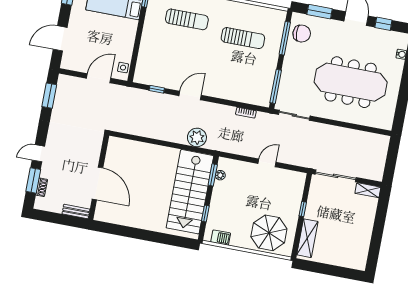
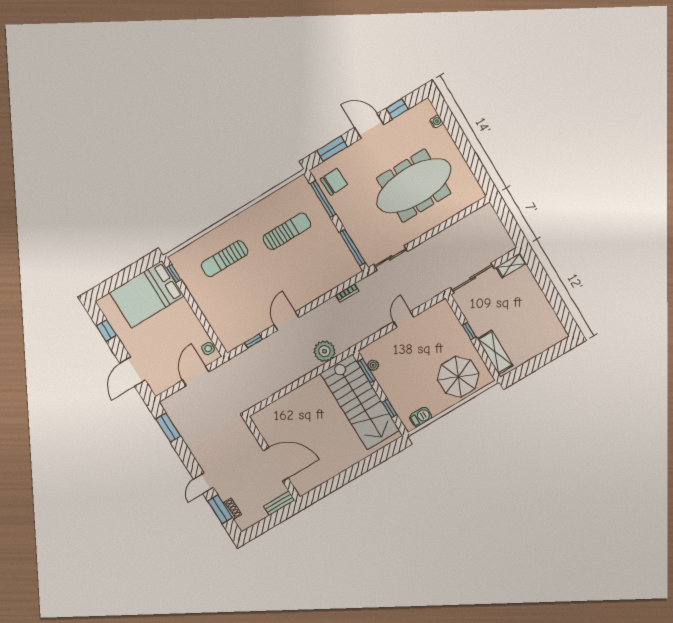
sun lounger: (187, 19) -> (225, 259), turned 180

